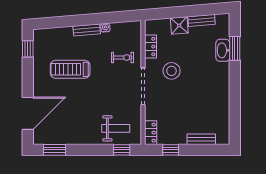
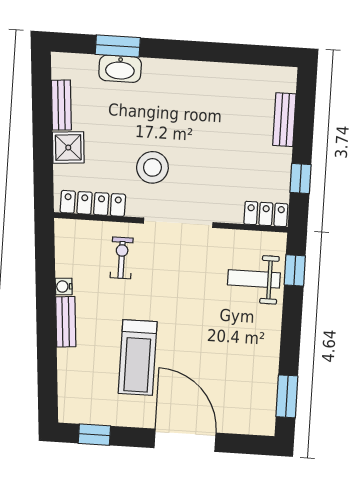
locker: (150, 47) -> (93, 203), width x1.53
door: (28, 113) -> (185, 440), moved
weight bench: (116, 128) -> (254, 279), turned -90

